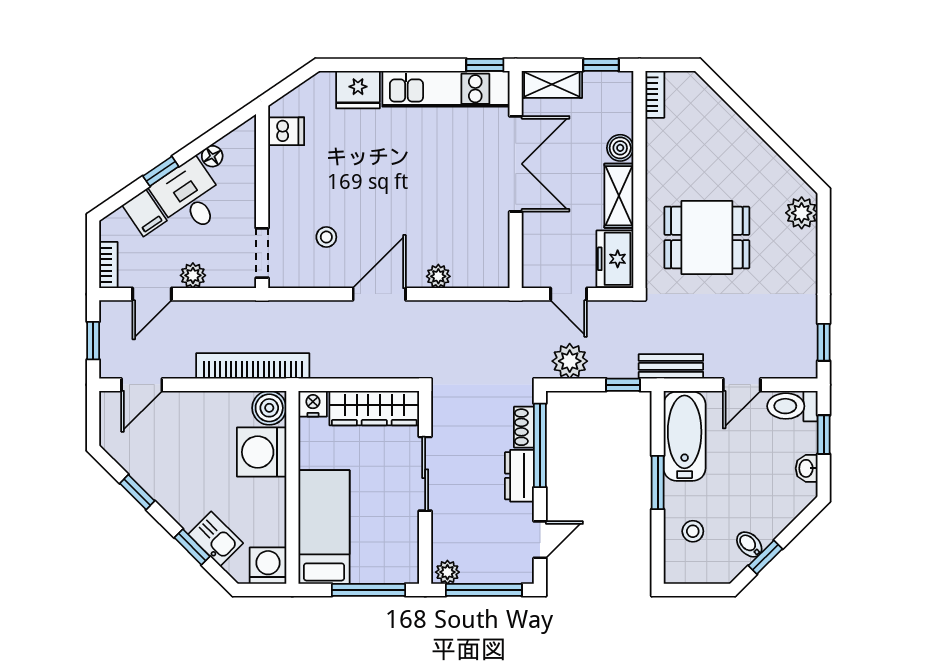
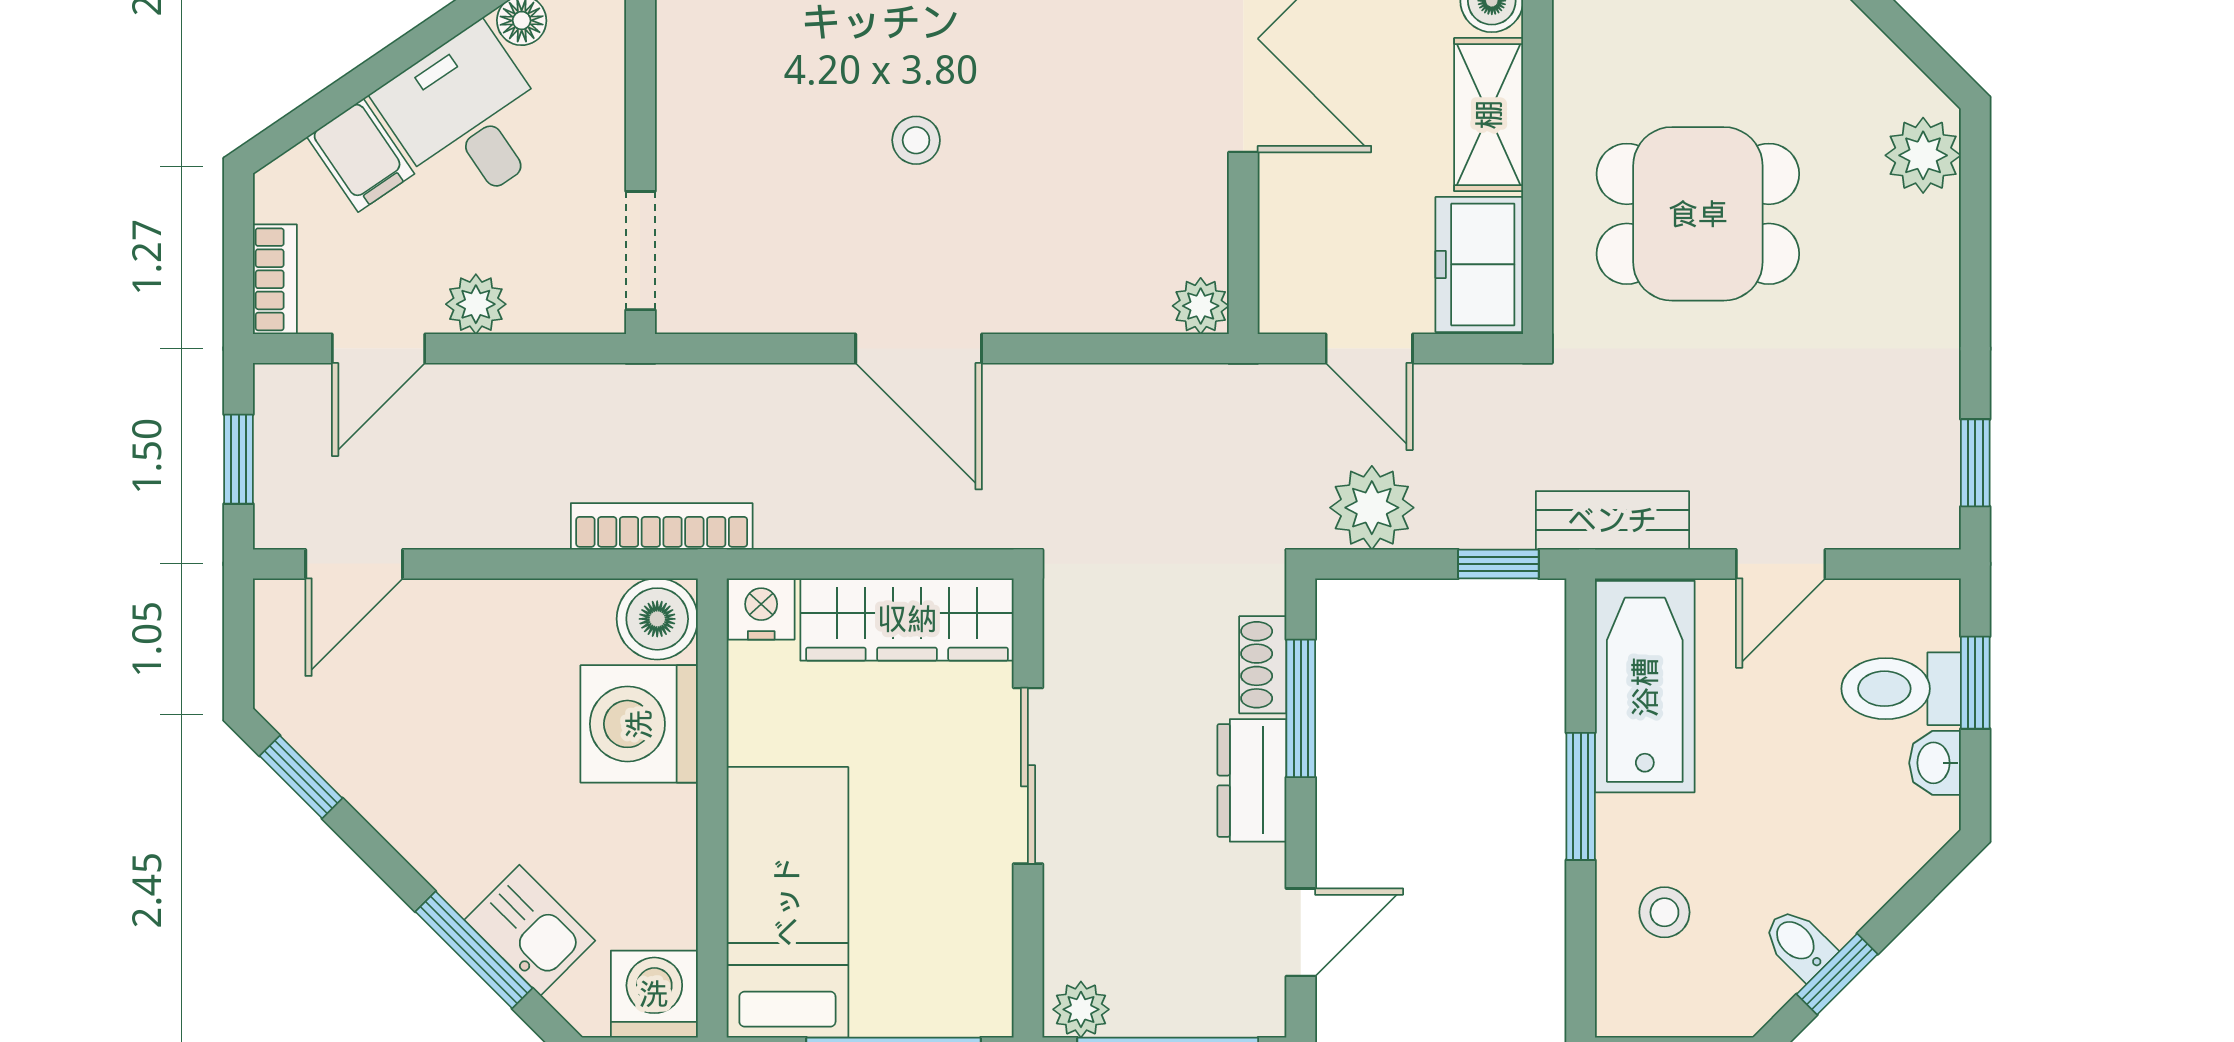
window: (161, 171) -> (399, 56), removed
stool: (326, 237) -> (916, 140), moved
plant: (438, 276) -> (1201, 306), moved
door: (379, 294) -> (919, 349), swing flipped
bookcase: (253, 366) -> (662, 526), width x0.68, depth x0.76
toilet: (792, 406) -> (1901, 689), moved
window: (540, 445) -> (1301, 708), width x0.69
window: (137, 492) -> (301, 777), moved
window: (192, 547) -> (474, 950), width x1.50

